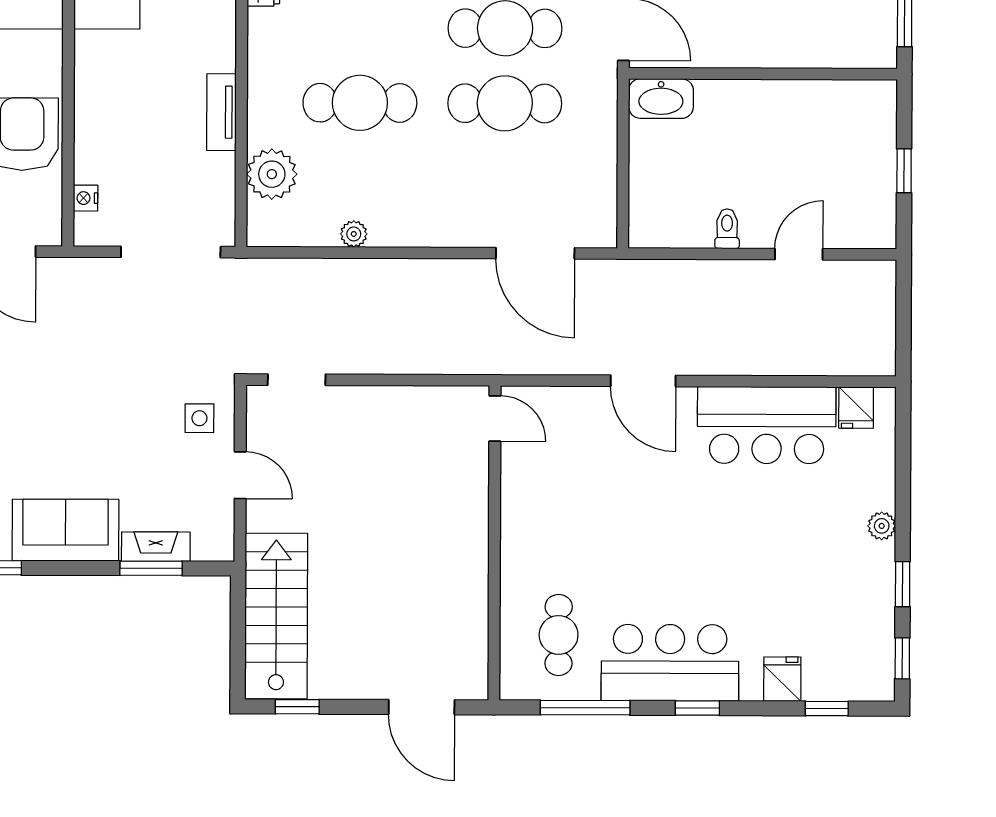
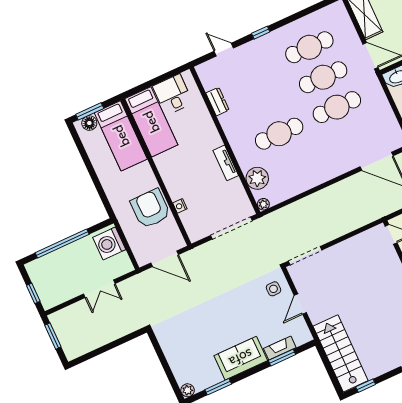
nightstand: (85, 198) -> (180, 206), moved
plant: (354, 234) -> (263, 204), moved
doorway: (297, 380) -> (305, 256), width x1.38
door: (240, 475) -> (300, 304), swing flipped

